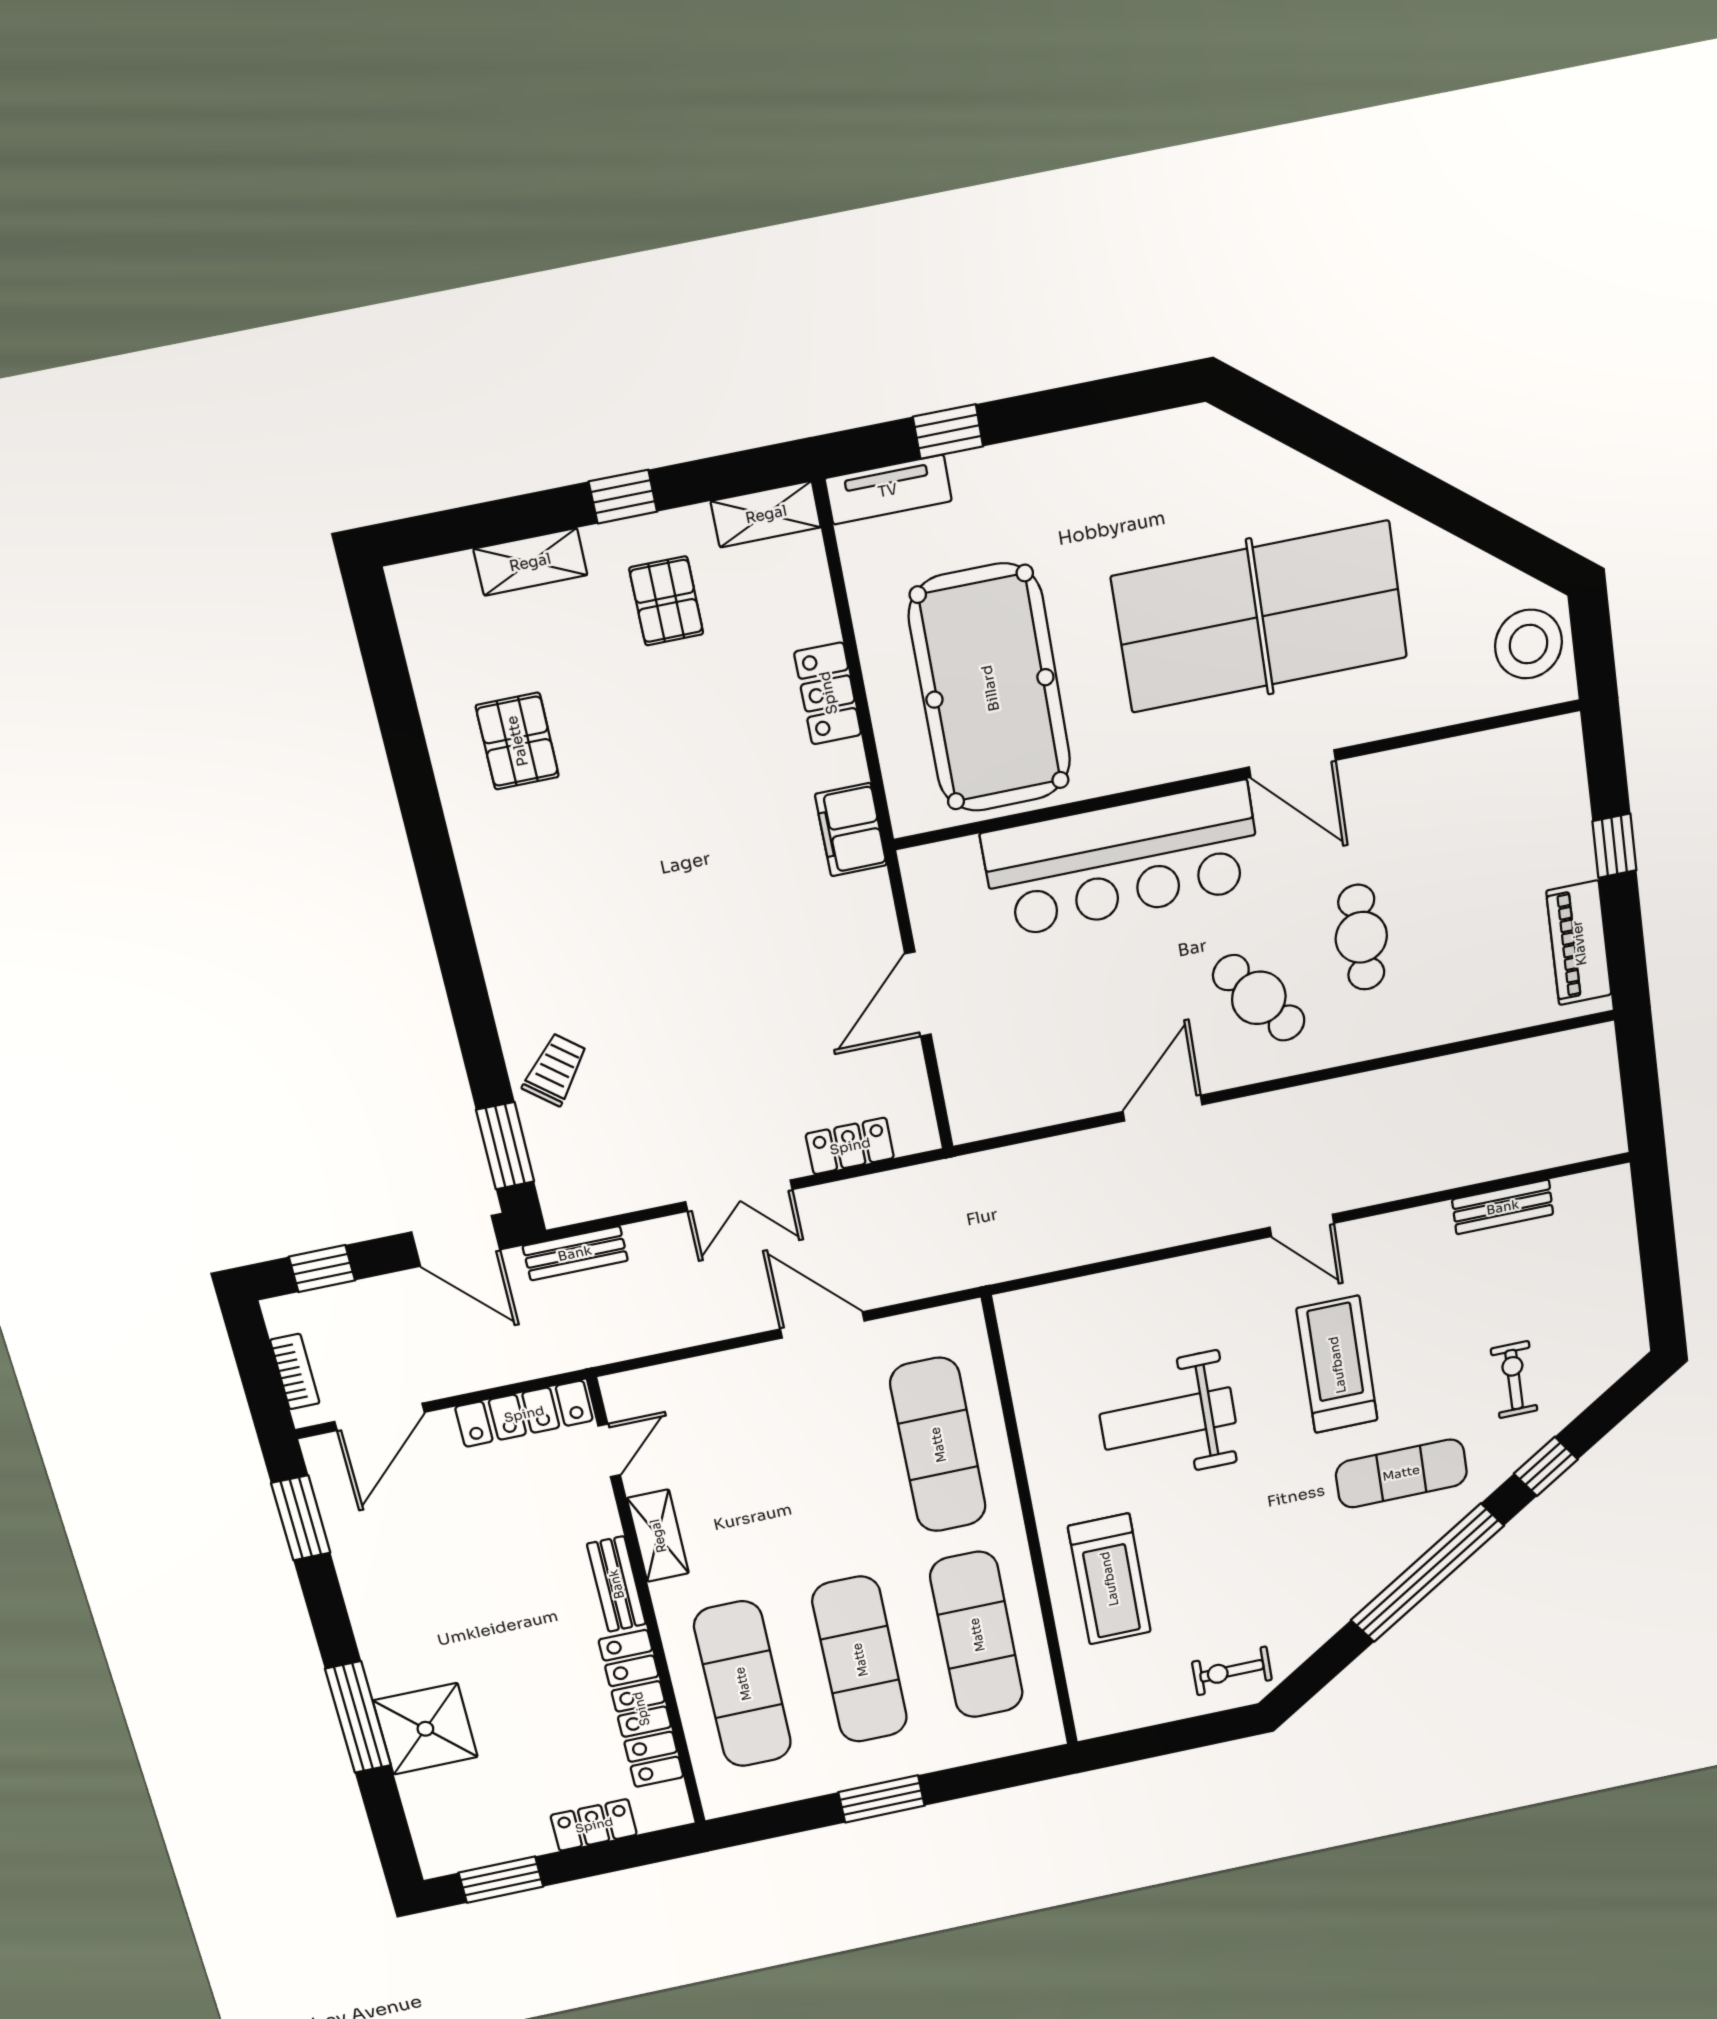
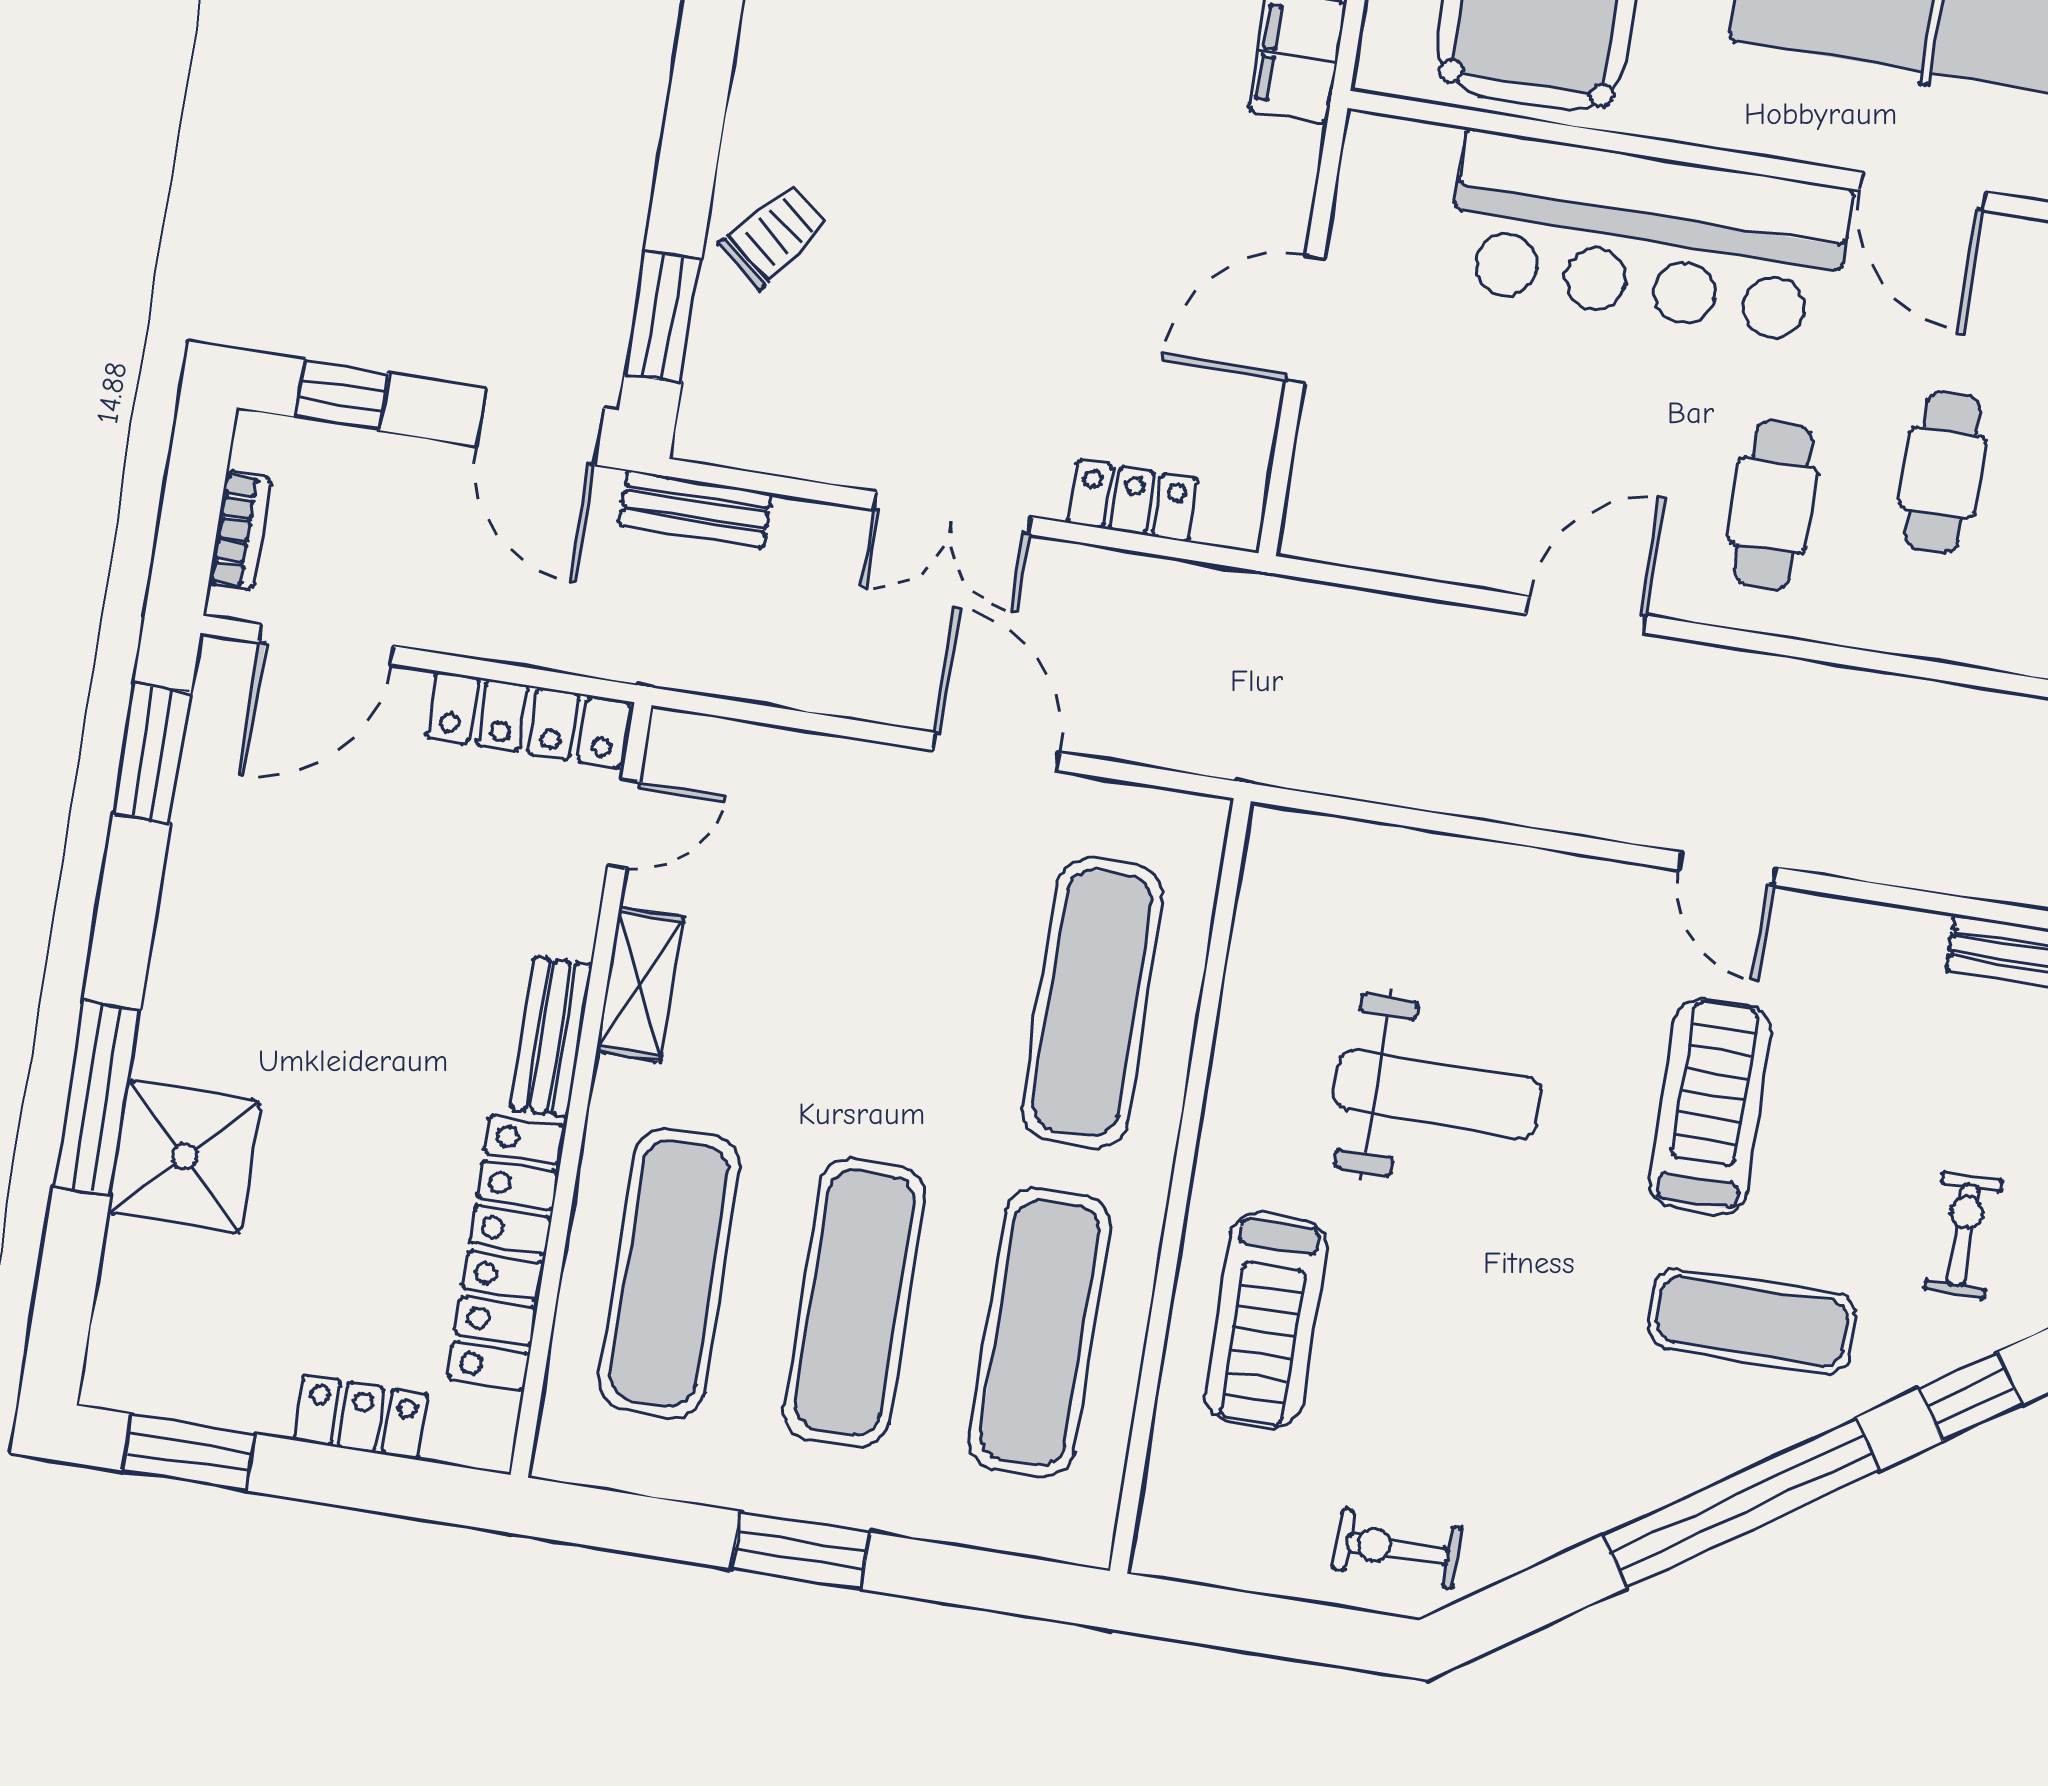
cafe table: (1259, 998) -> (1772, 505), turned 37
weight bench: (1168, 1419) -> (1437, 1094), turned 180

